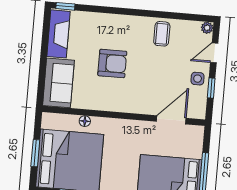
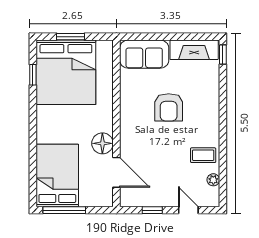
plant: (207, 28) -> (213, 180), moved
side table: (198, 79) -> (161, 195), removed
floor lamp: (85, 121) -> (102, 143), moved, width x1.89, depth x1.89

